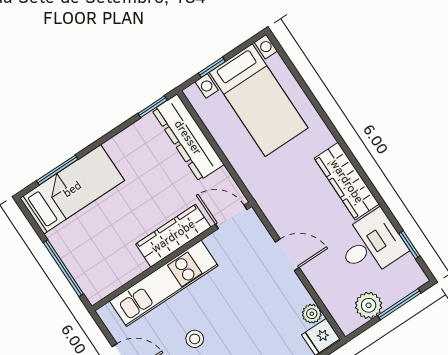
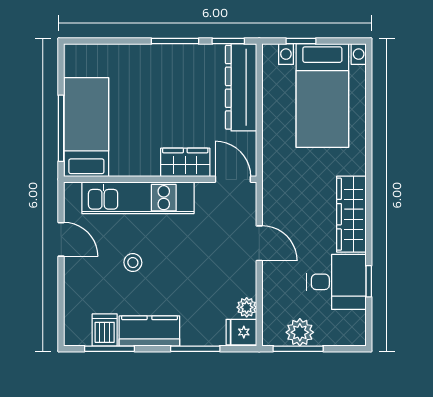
window: (57, 170) -> (175, 41), moved
bed: (72, 189) -> (86, 127), moved, turned -90
wardrobe: (173, 236) -> (185, 162), width x0.67
window: (409, 245) -> (369, 281), moved
window: (399, 304) -> (298, 349), moved

